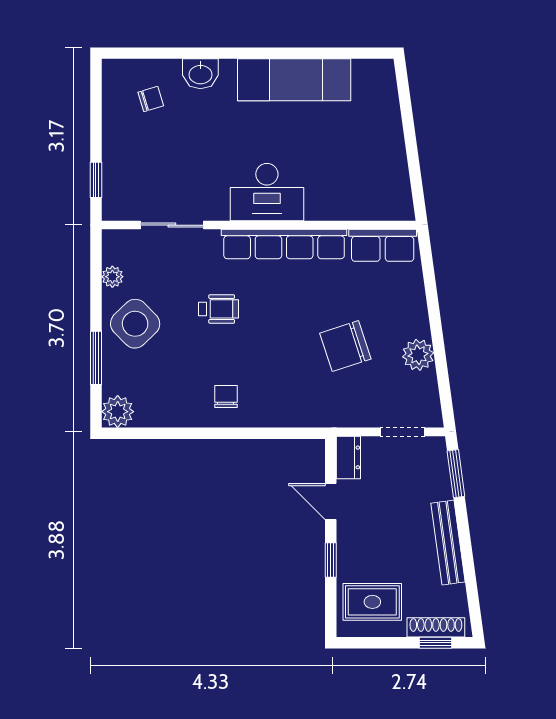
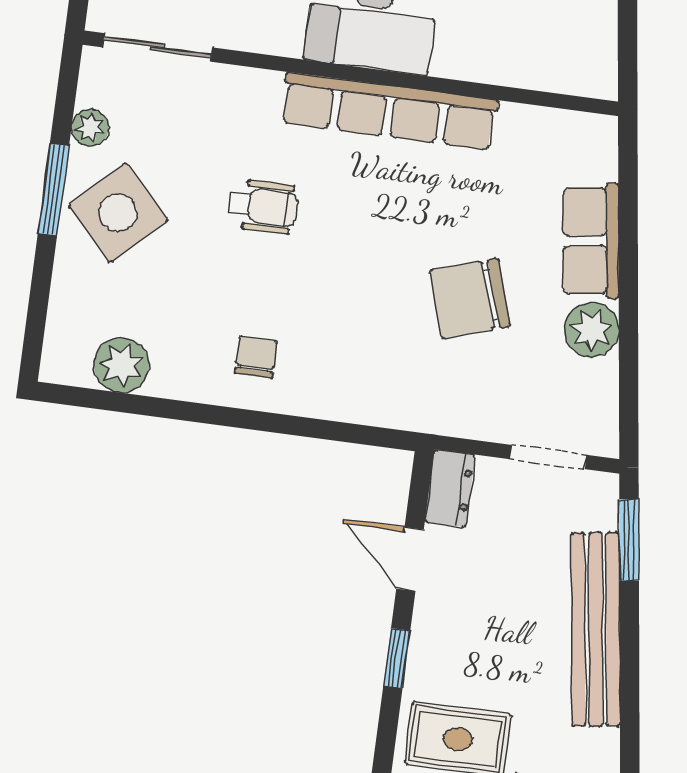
sliding door: (172, 225) -> (157, 47), moved
row of seats: (383, 245) -> (591, 241), moved, turned 82
window: (96, 358) -> (53, 190), moved
plant: (118, 412) -> (121, 365), moved
bench: (448, 543) -> (596, 629), width x1.37, depth x1.21

